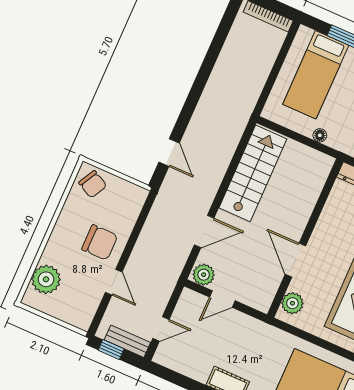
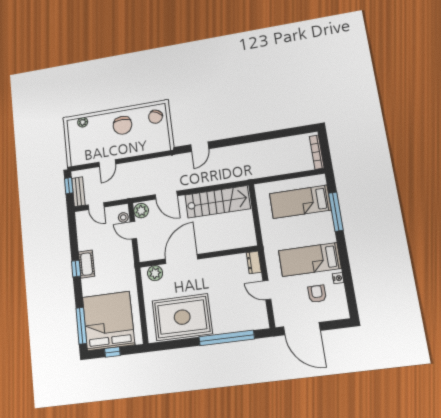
floor lamp: (320, 135) -> (265, 227), removed
chair: (100, 242) -> (122, 125), moved
door: (295, 260) -> (182, 259), width x1.36
plant: (46, 279) -> (83, 122), width x0.53, depth x0.53
stool: (198, 302) -> (123, 217), added

